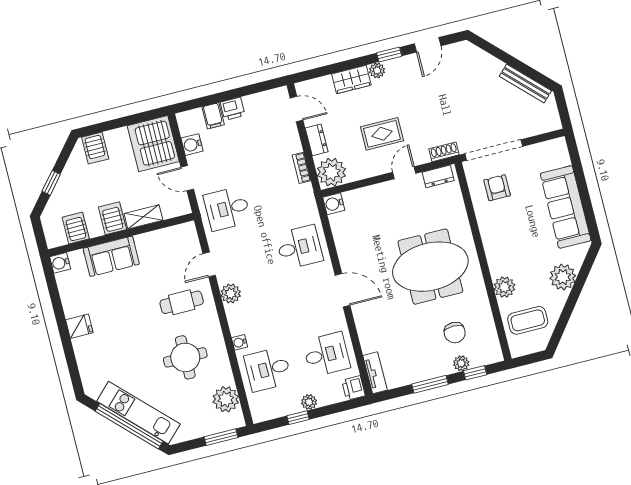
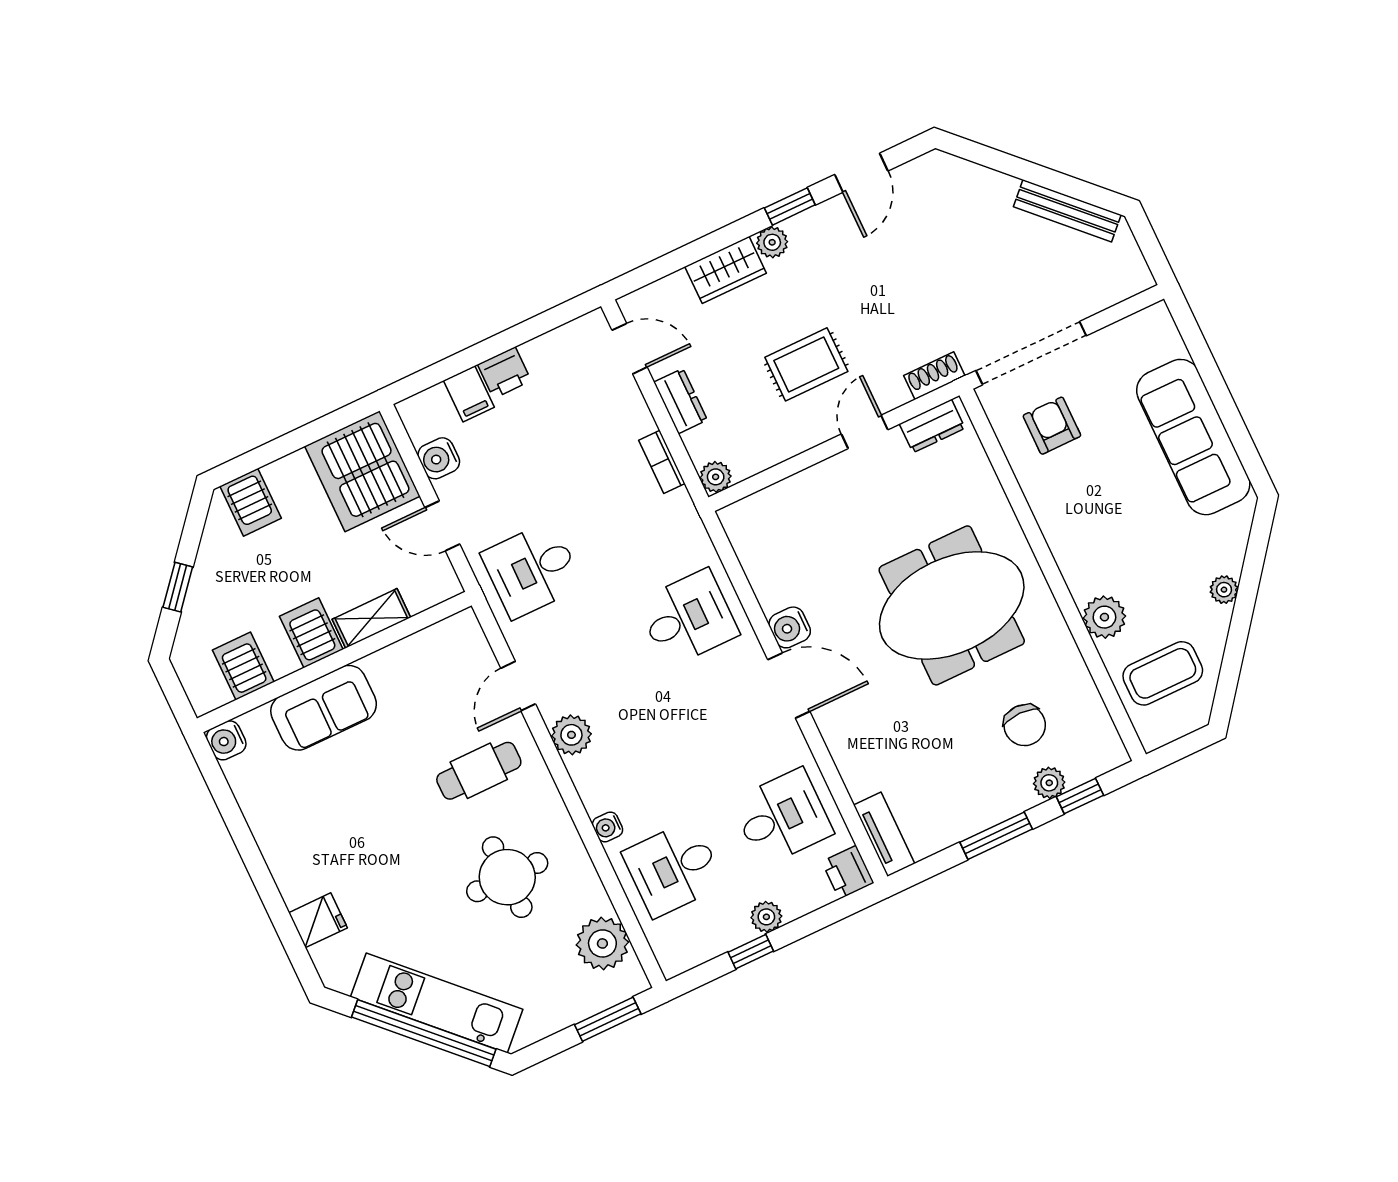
plant: (331, 172) -> (716, 477), width x0.53, depth x0.53
water cooler: (334, 204) -> (790, 627), moved
plant: (563, 277) -> (1224, 590), width x0.53, depth x0.53
fridge: (79, 326) -> (318, 920), moved

